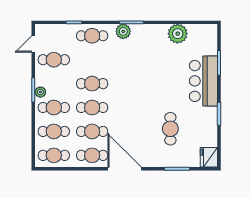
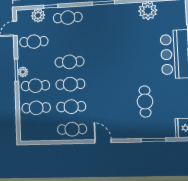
plant: (123, 31) -> (38, 15), moved
cafe table: (54, 155) -> (37, 130), removed
door: (125, 169) -> (103, 141), width x0.53

